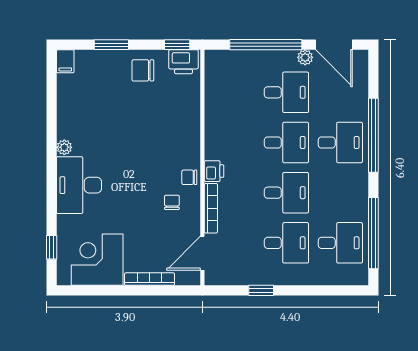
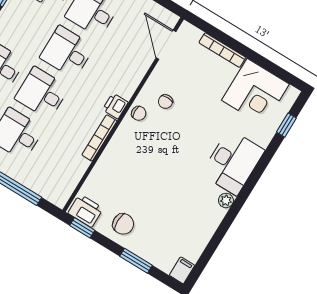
bookcase: (211, 208) -> (99, 138), moved
door: (202, 253) -> (166, 45), swing flipped

